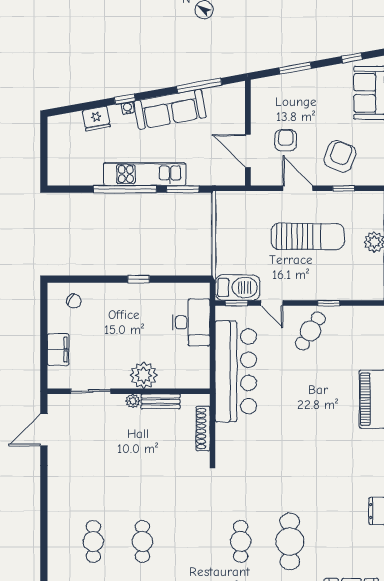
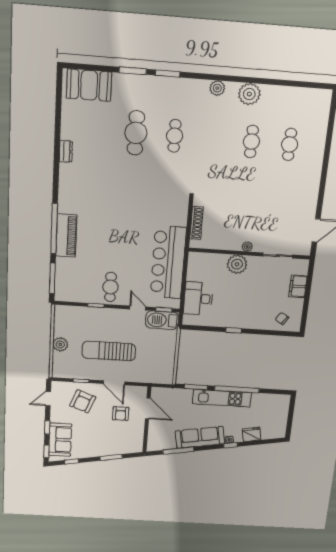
cafe table: (310, 331) -> (111, 287), turned -32
bench: (161, 401) -> (226, 245), removed

